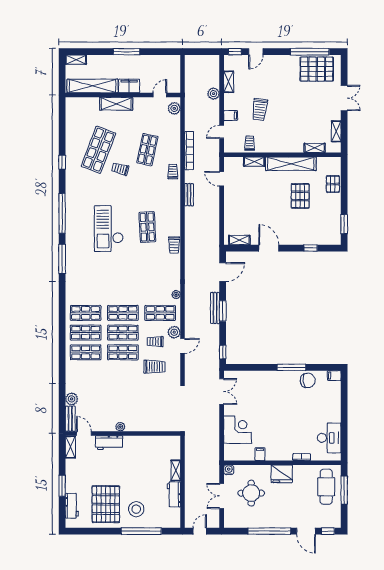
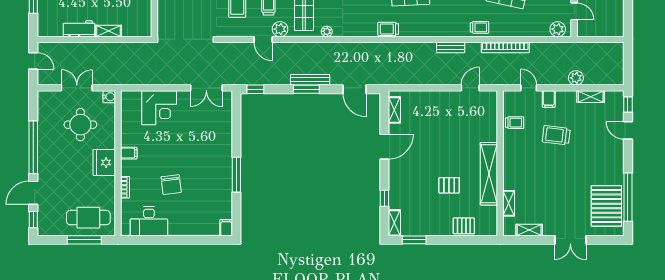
shelving: (254, 162) -> (394, 223), moved
pallet: (300, 196) -> (449, 185), width x0.67, depth x0.71
chair: (308, 380) -> (171, 185), moved
filing cabinet: (260, 454) -> (129, 153), moved

